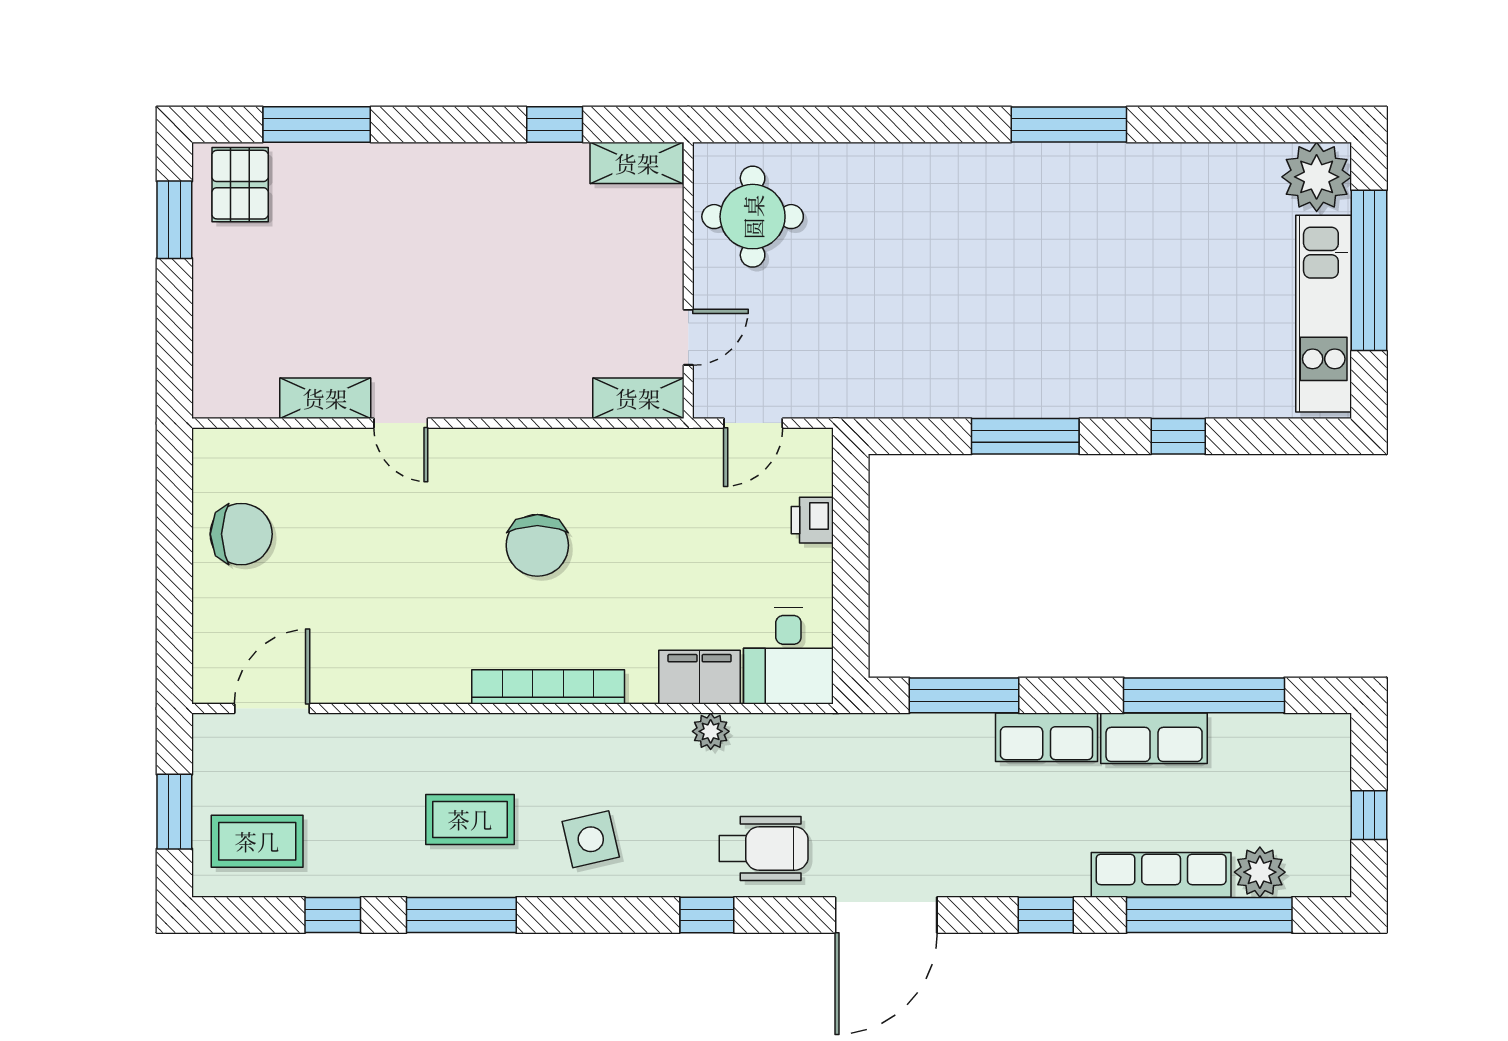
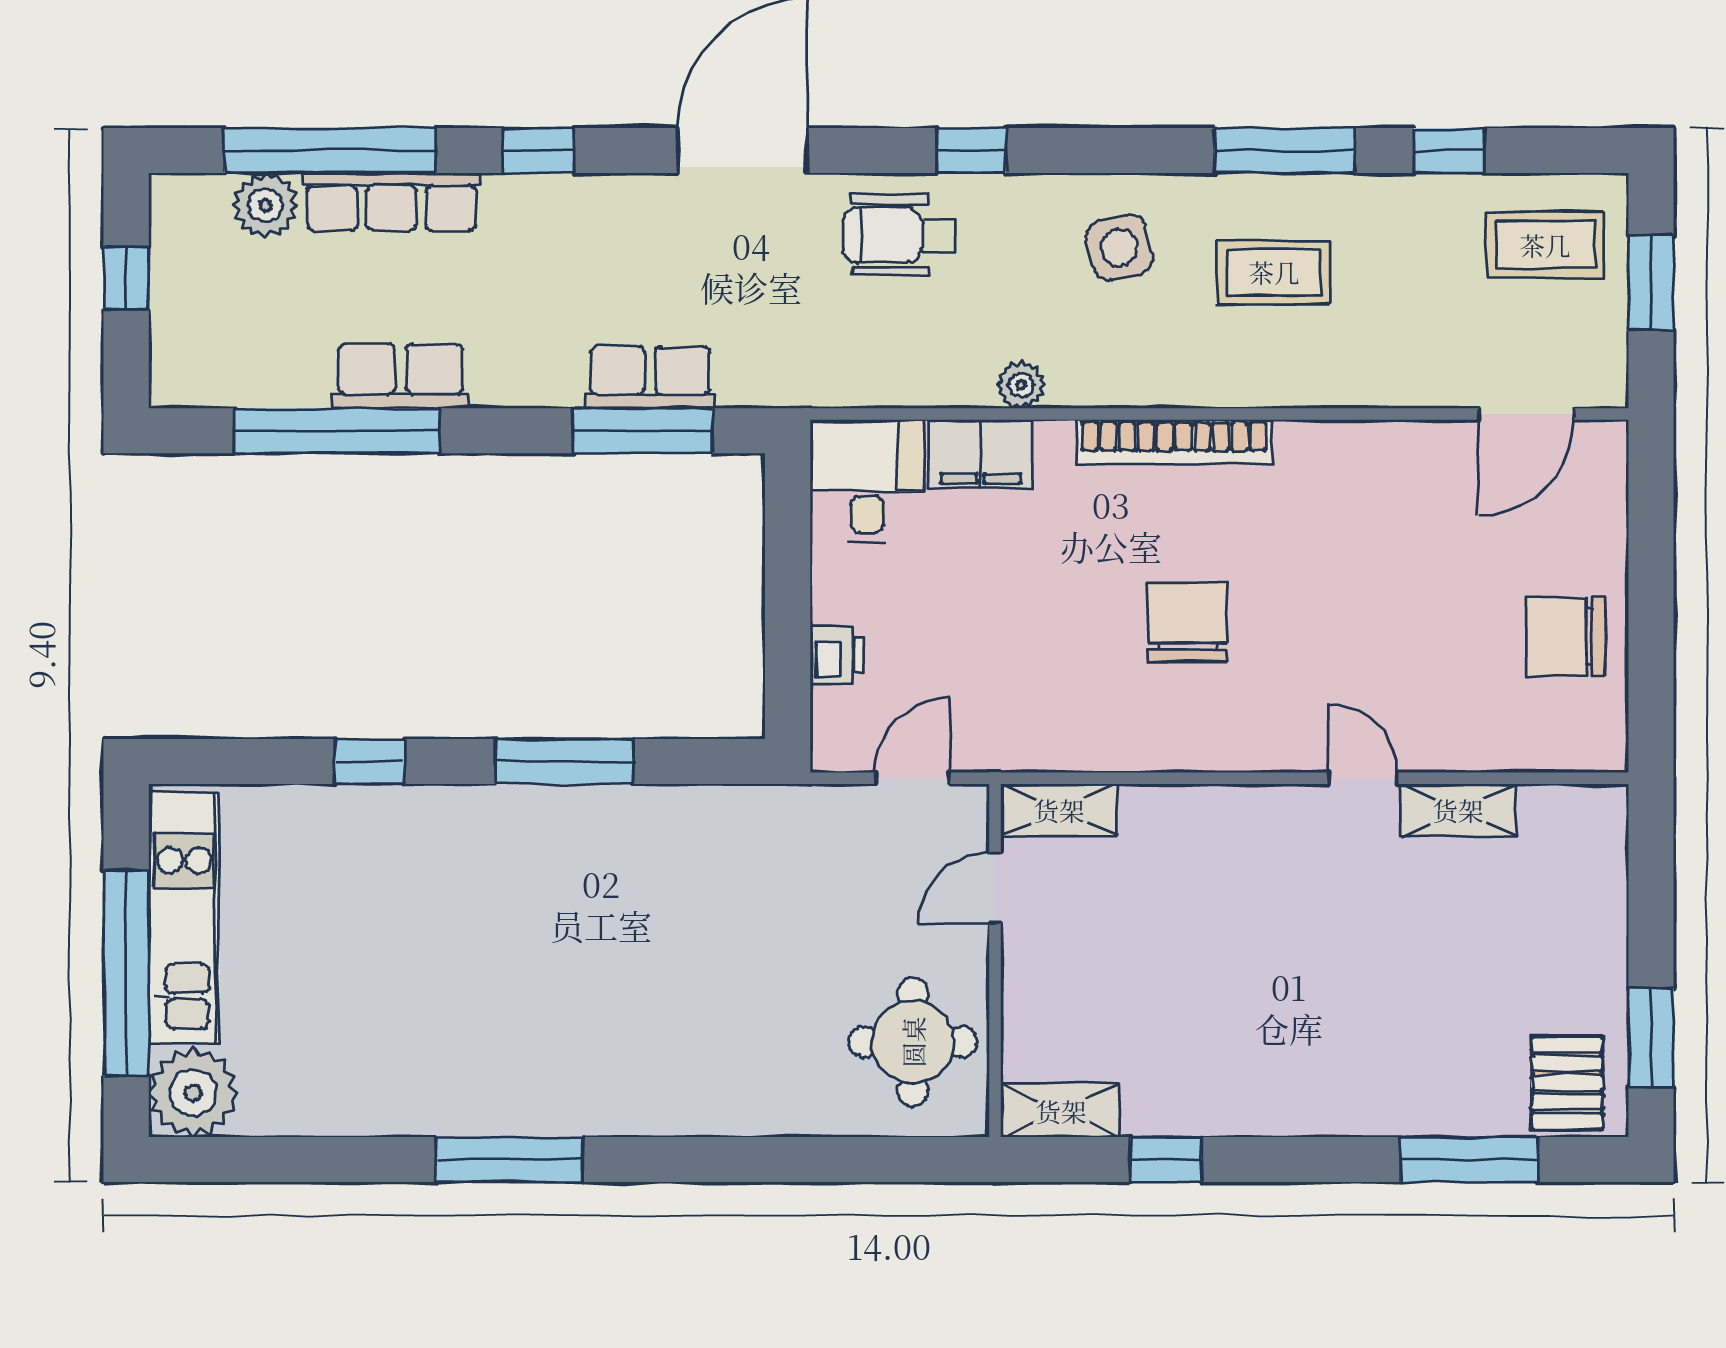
plant: (711, 731) -> (1021, 385), moved
row of seats: (1047, 737) -> (650, 377), moved

